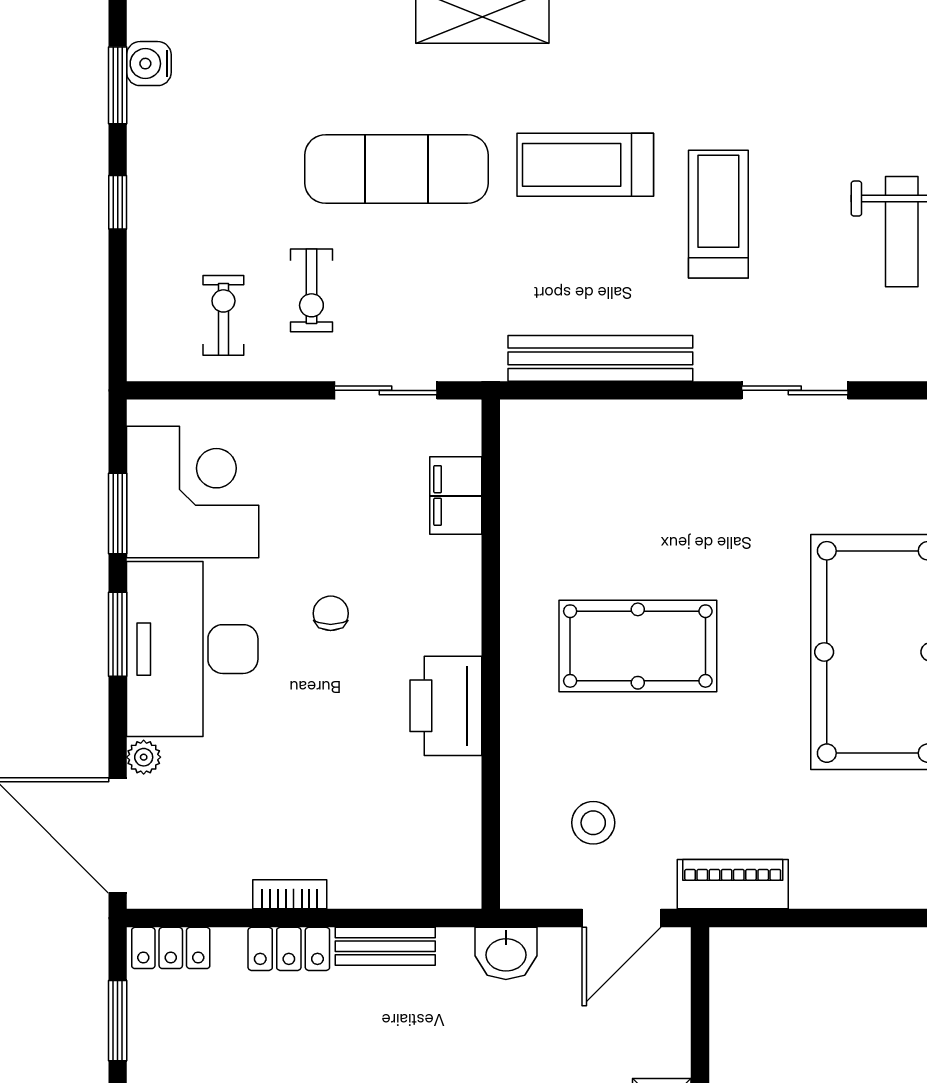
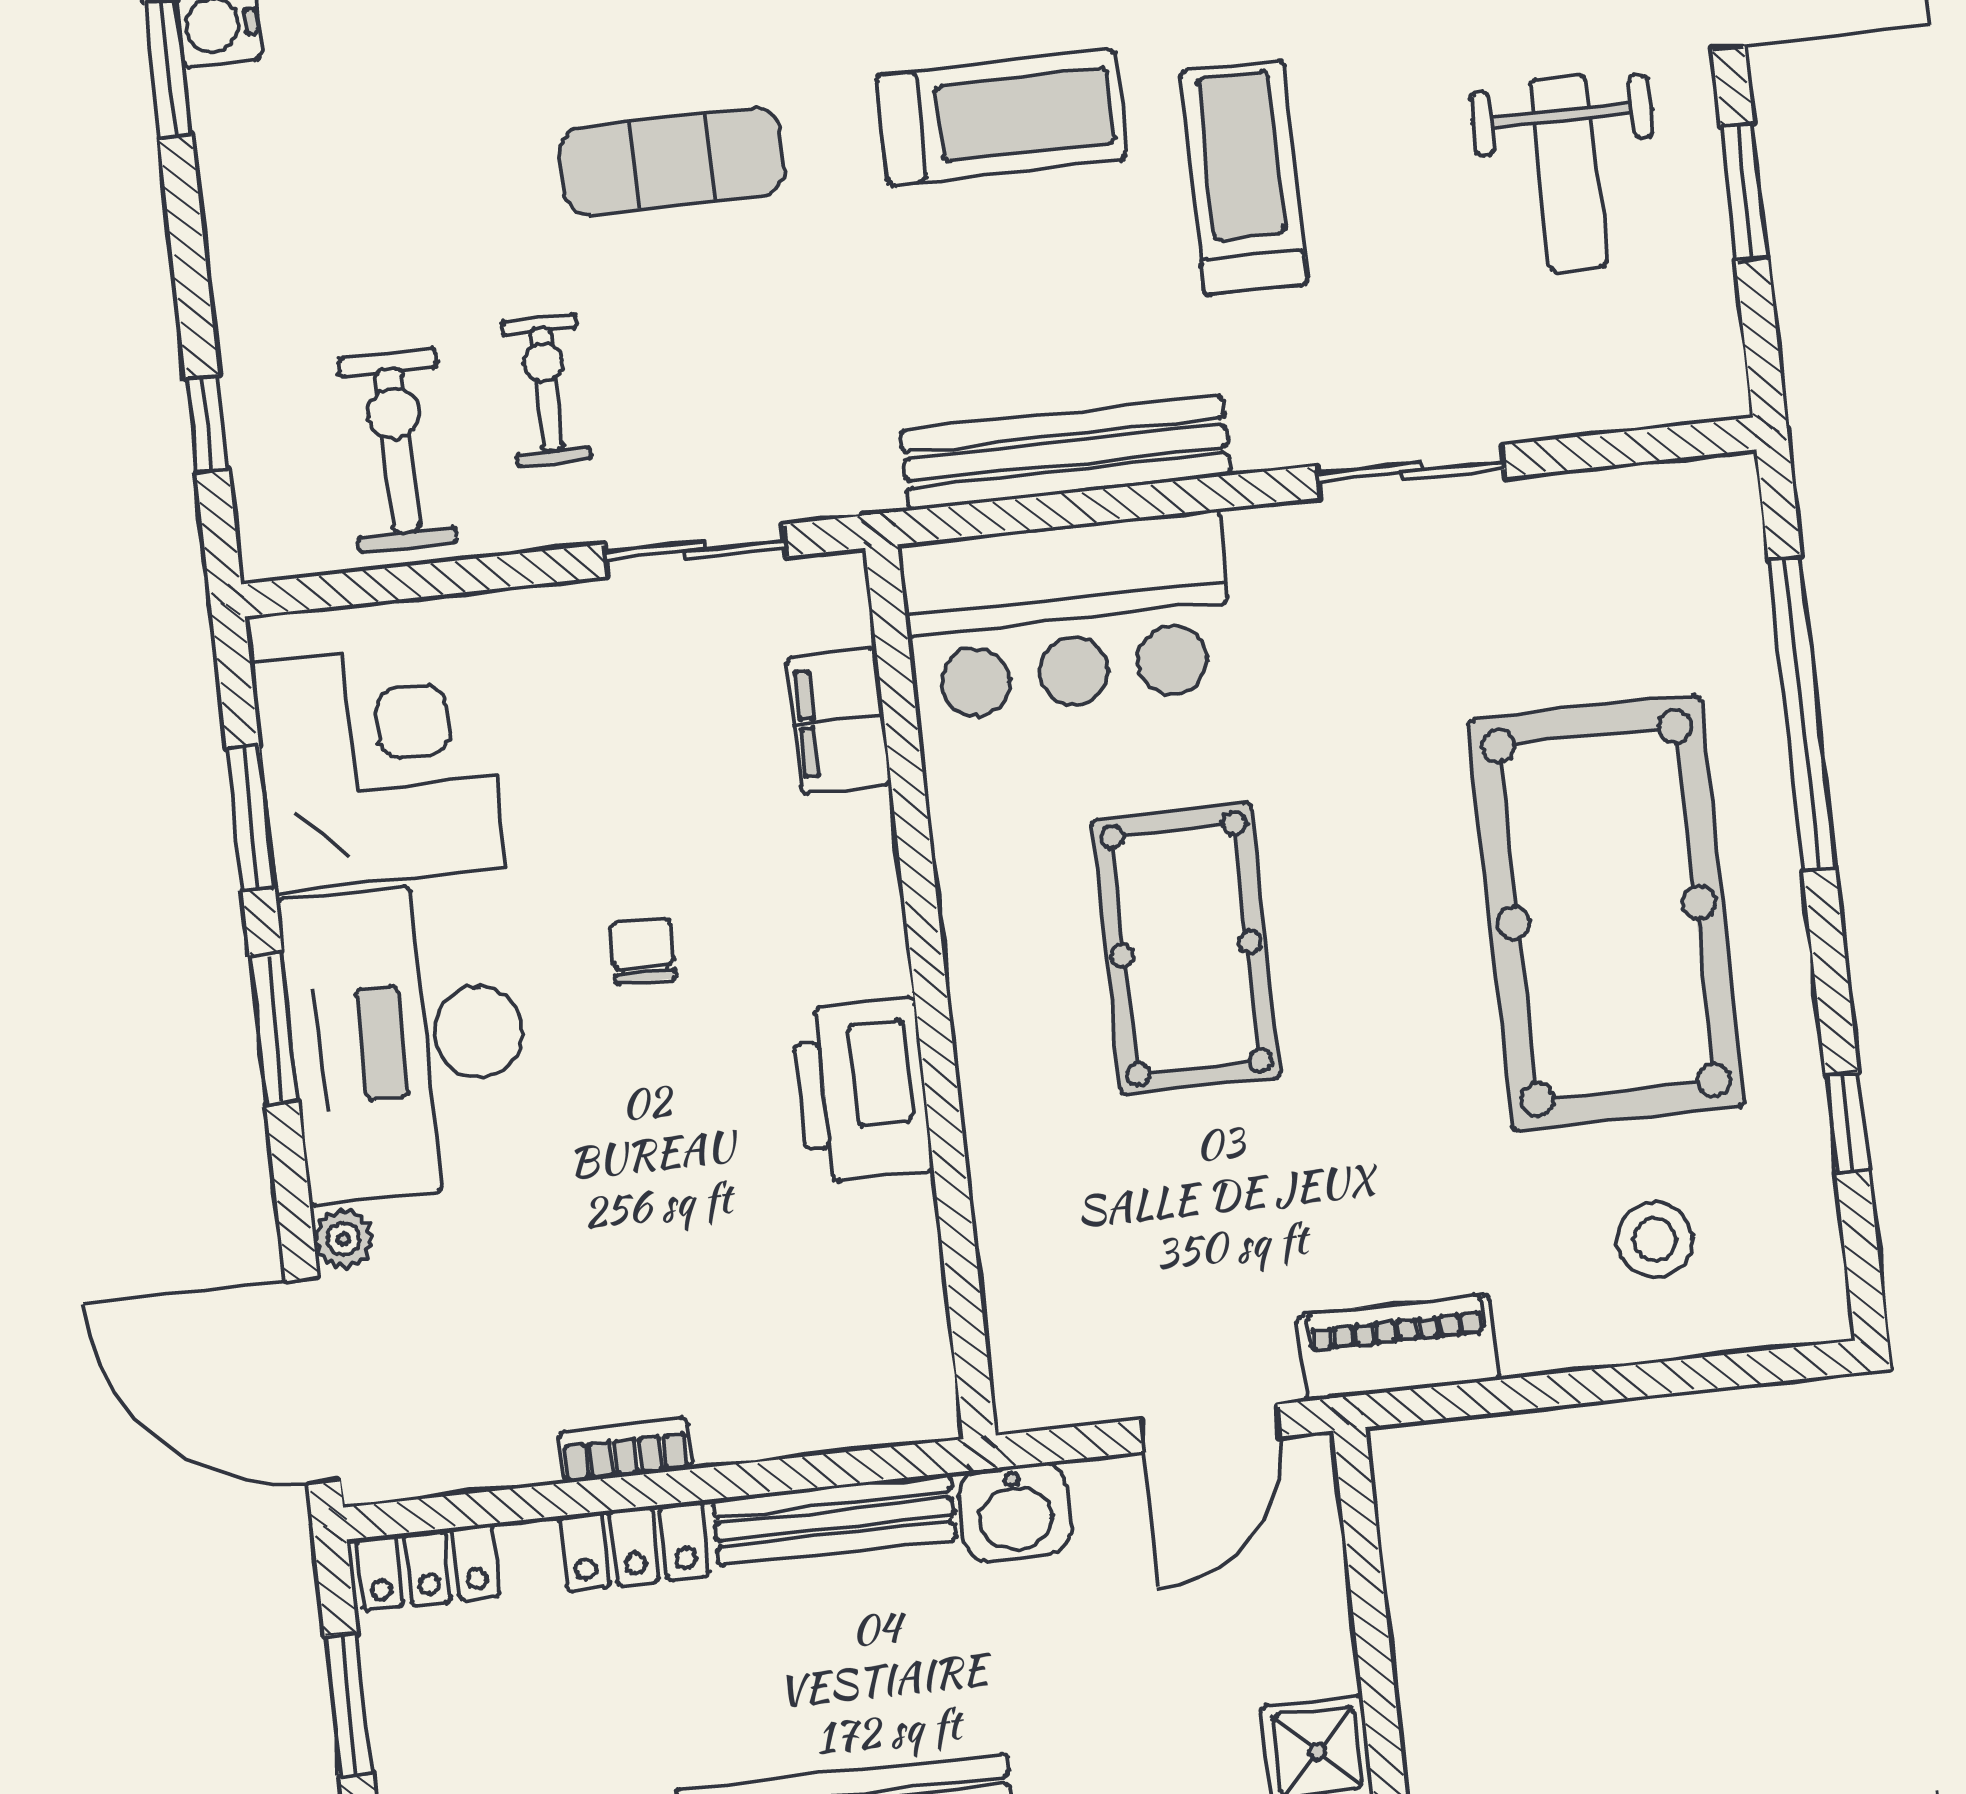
treadmill: (585, 165) -> (1001, 117), turned 180
exercise mat: (397, 169) -> (672, 161), width x0.73, depth x0.69
window: (118, 202) -> (207, 424), moved
exercise bike: (311, 290) -> (547, 390), turned 180
exercise bike: (223, 315) -> (398, 450), width x1.38, depth x1.39
bar counter: (592, 451) -> (1068, 616), added
pool table: (638, 646) -> (1186, 949), turned 90
stool: (593, 823) -> (1655, 1240), moved
bench: (385, 946) -> (834, 1519), width x1.36

